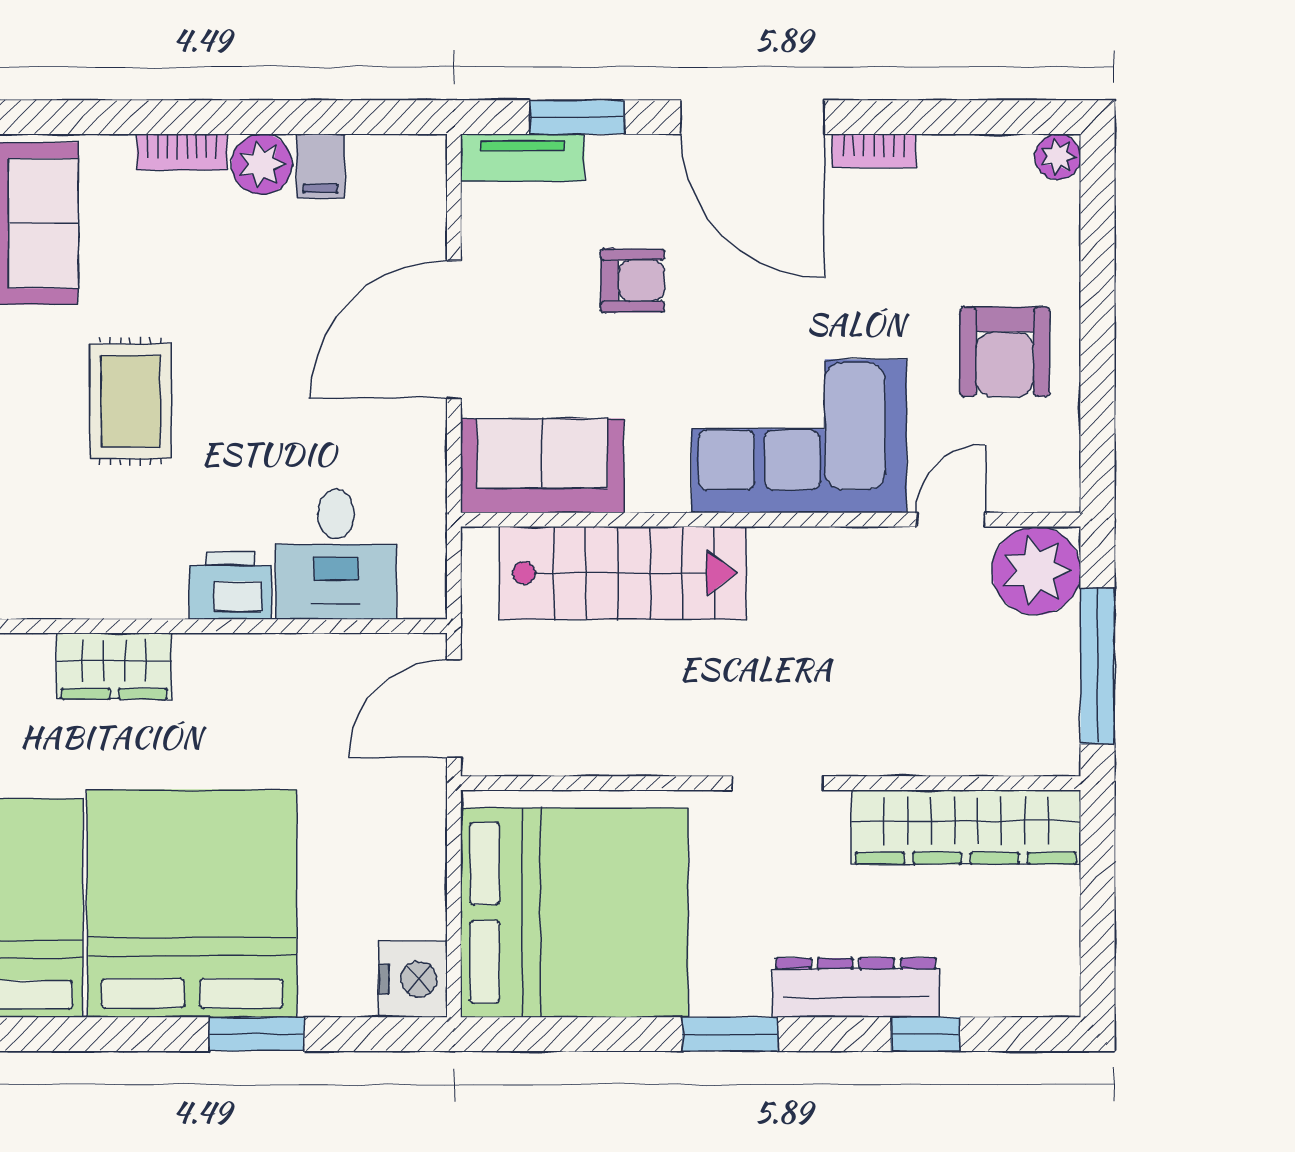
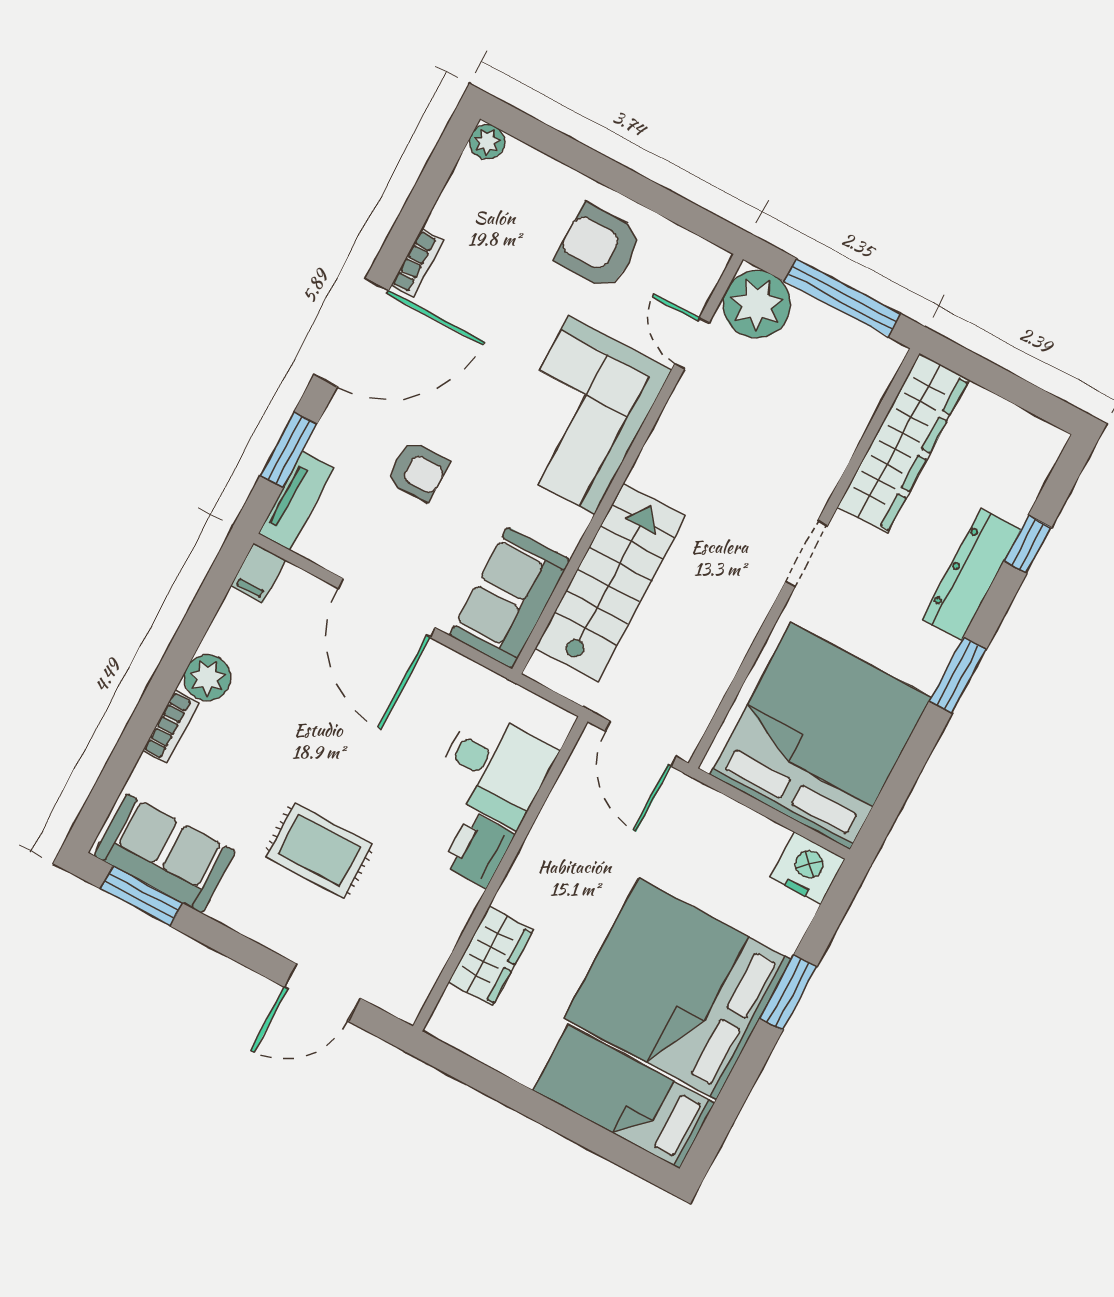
filing cabinet: (321, 166) -> (258, 573), moved, turned 90
armchair: (633, 281) -> (418, 471), turned 90
armchair: (1005, 352) -> (599, 247), turned 180

